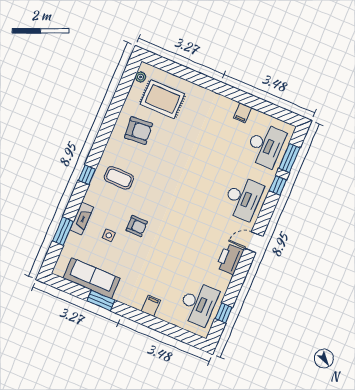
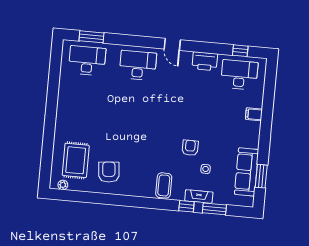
filing cabinet: (242, 113) -> (66, 89), removed
window: (87, 175) -> (186, 206), moved
coffee table: (119, 178) -> (164, 185), moved
window: (278, 185) -> (118, 39), removed
printer: (230, 259) -> (205, 61), moved
window: (101, 301) -> (261, 176), moved

